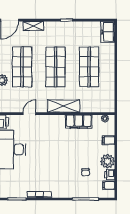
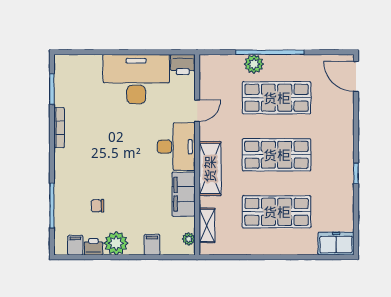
shelving: (33, 26) -> (207, 225), moved
door: (30, 114) -> (197, 111), hinge flipped
desk: (51, 126) -> (176, 147), added

